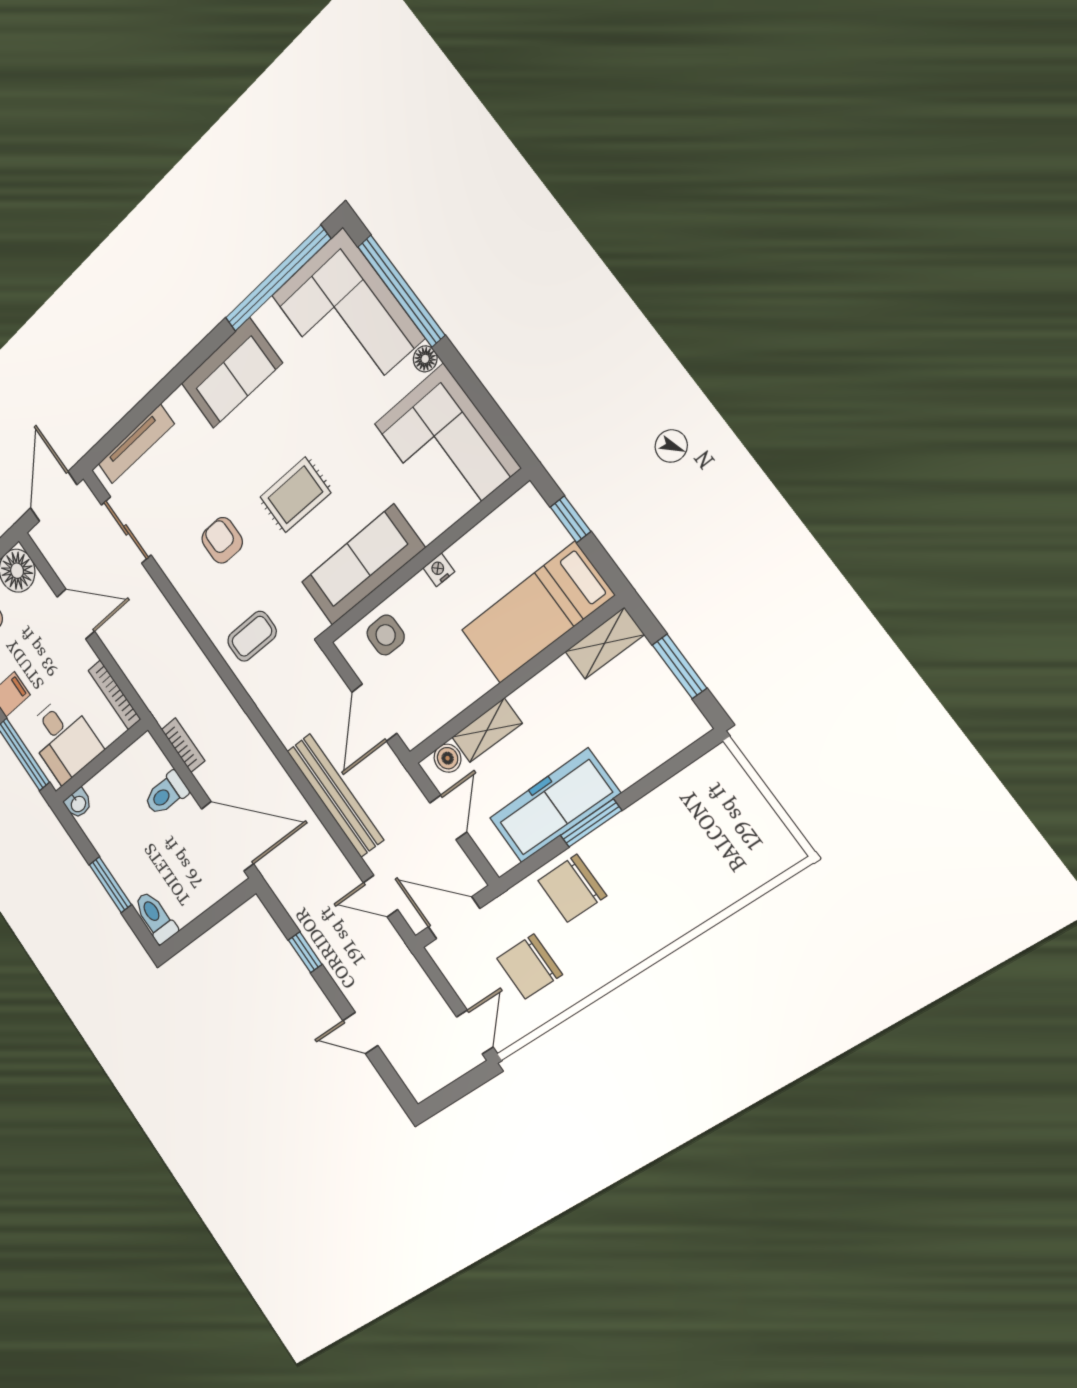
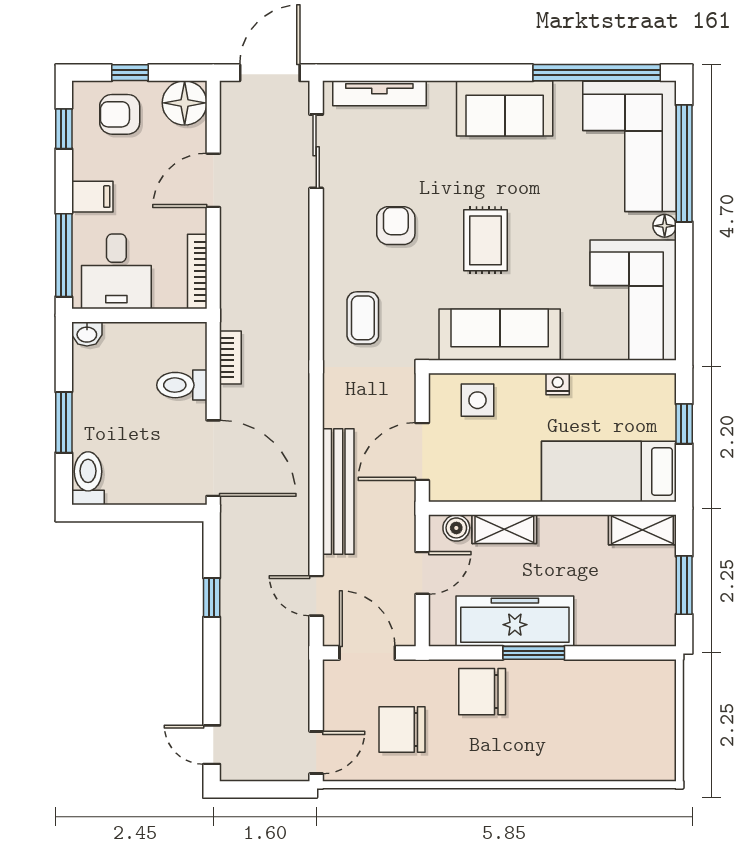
rug: (295, 495) -> (486, 240), turned 90
door: (76, 614) -> (213, 180), swing flipped
coffee table: (252, 636) -> (363, 318), turned 90
door: (360, 1033) -> (212, 745), moved

